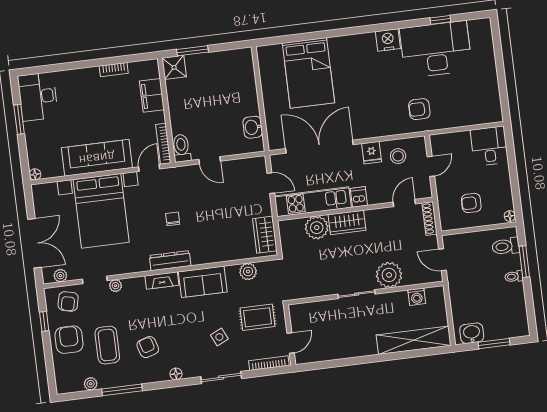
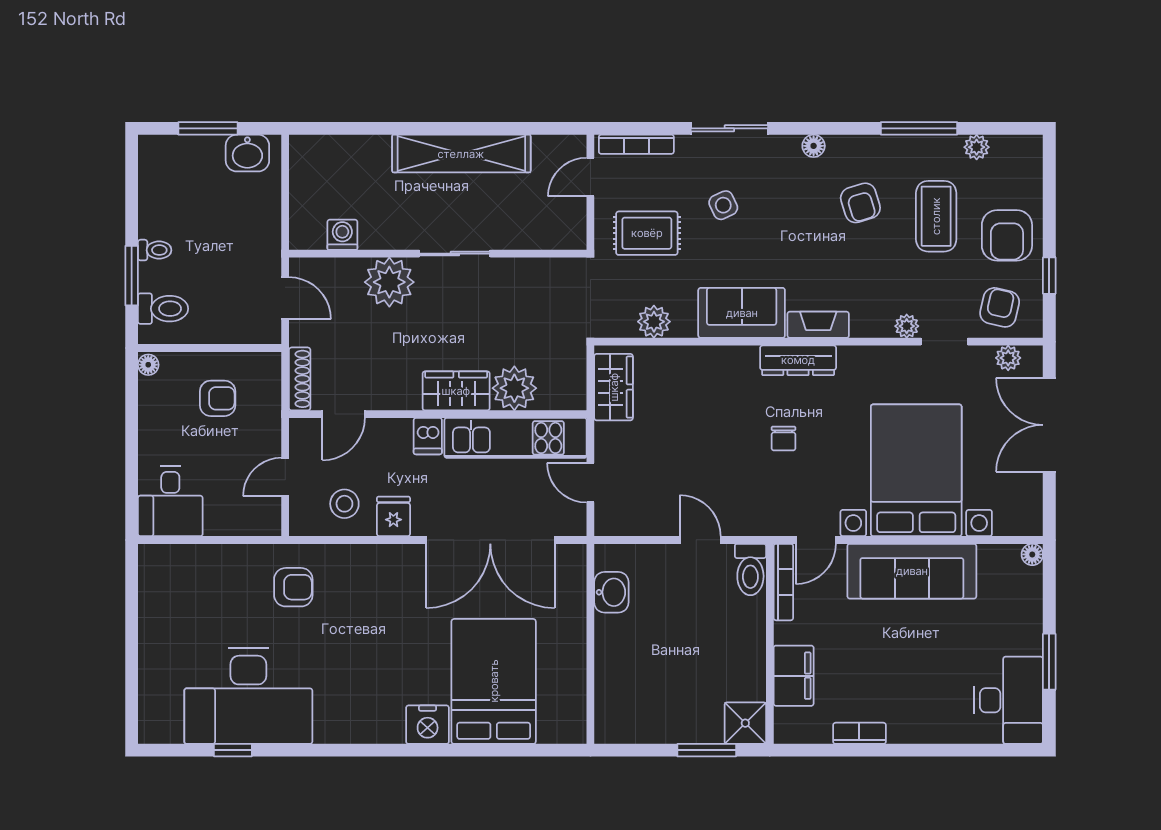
nightstand: (388, 40) -> (428, 725), moved
shelving: (414, 340) -> (461, 154), moved

